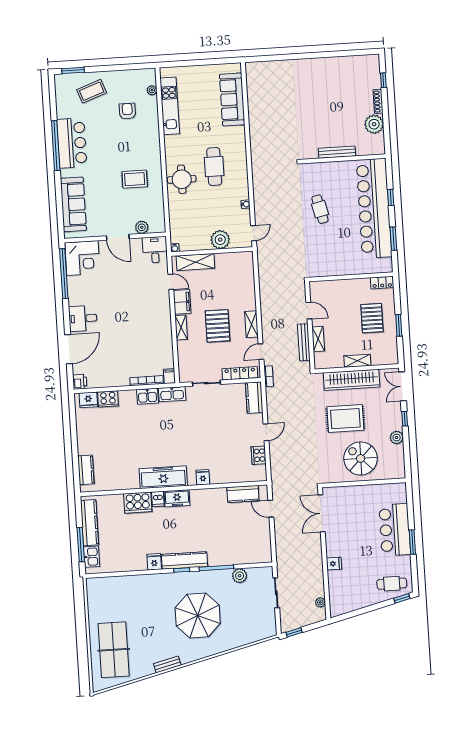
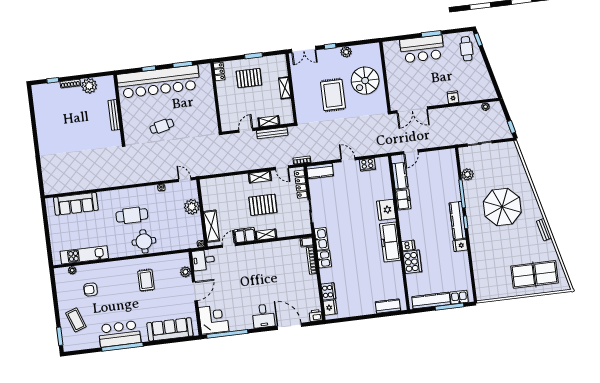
wardrobe: (352, 380) -> (301, 92), removed
fridge: (203, 477) -> (386, 210), width x1.88, depth x1.34
freezer: (177, 498) -> (403, 199), moved

